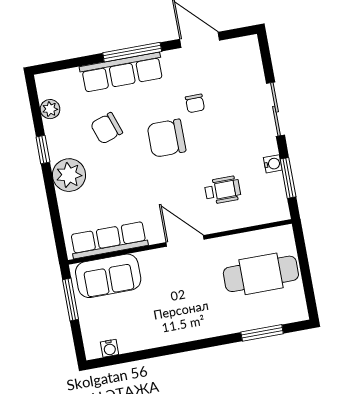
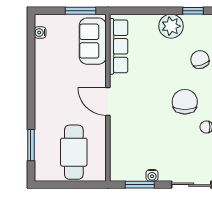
wheelchair: (223, 190) -> (140, 136), removed
door: (185, 241) -> (108, 101), swing flipped

